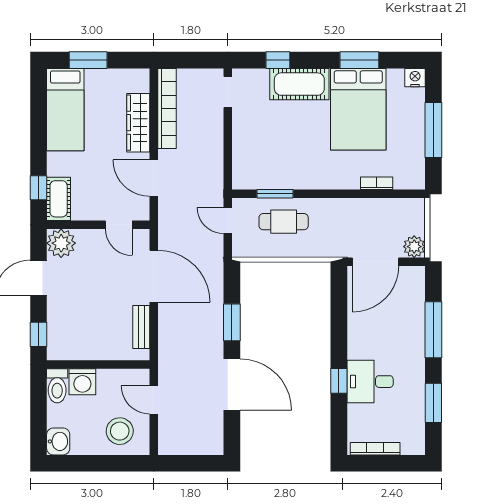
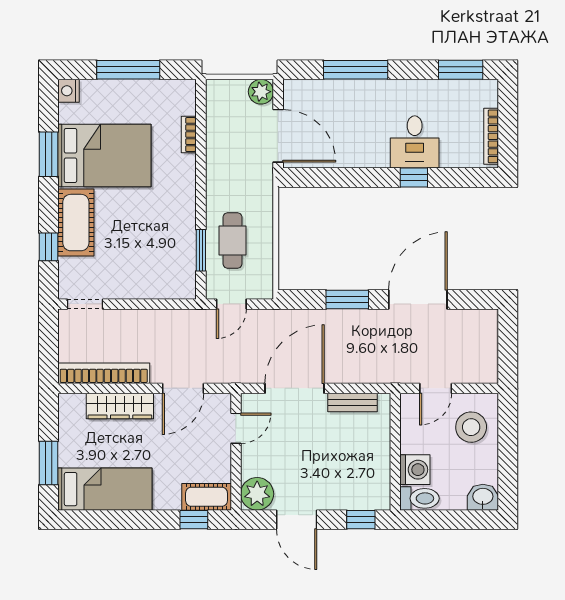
window: (433, 403) -> (461, 70), moved

